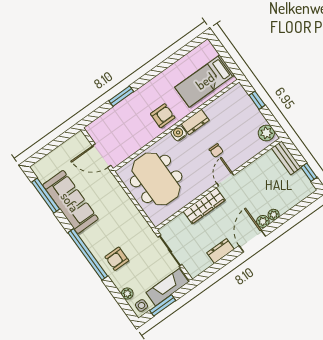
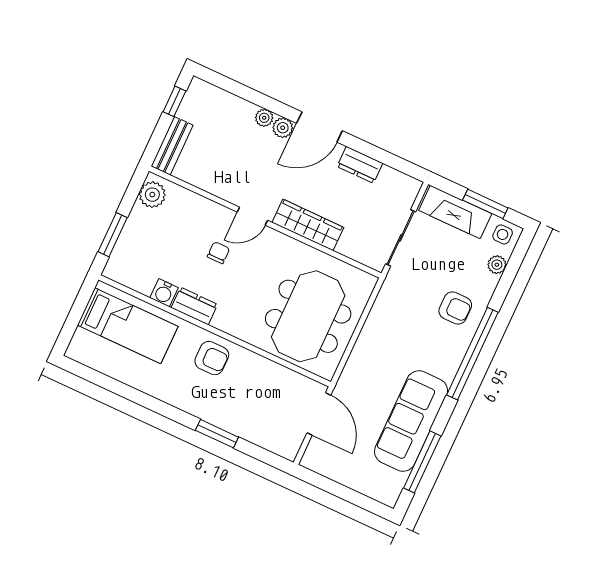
window: (257, 100) -> (113, 235), width x1.50
armchair: (163, 116) -> (212, 358), turned 180
water cooler: (179, 133) -> (164, 293), moved

